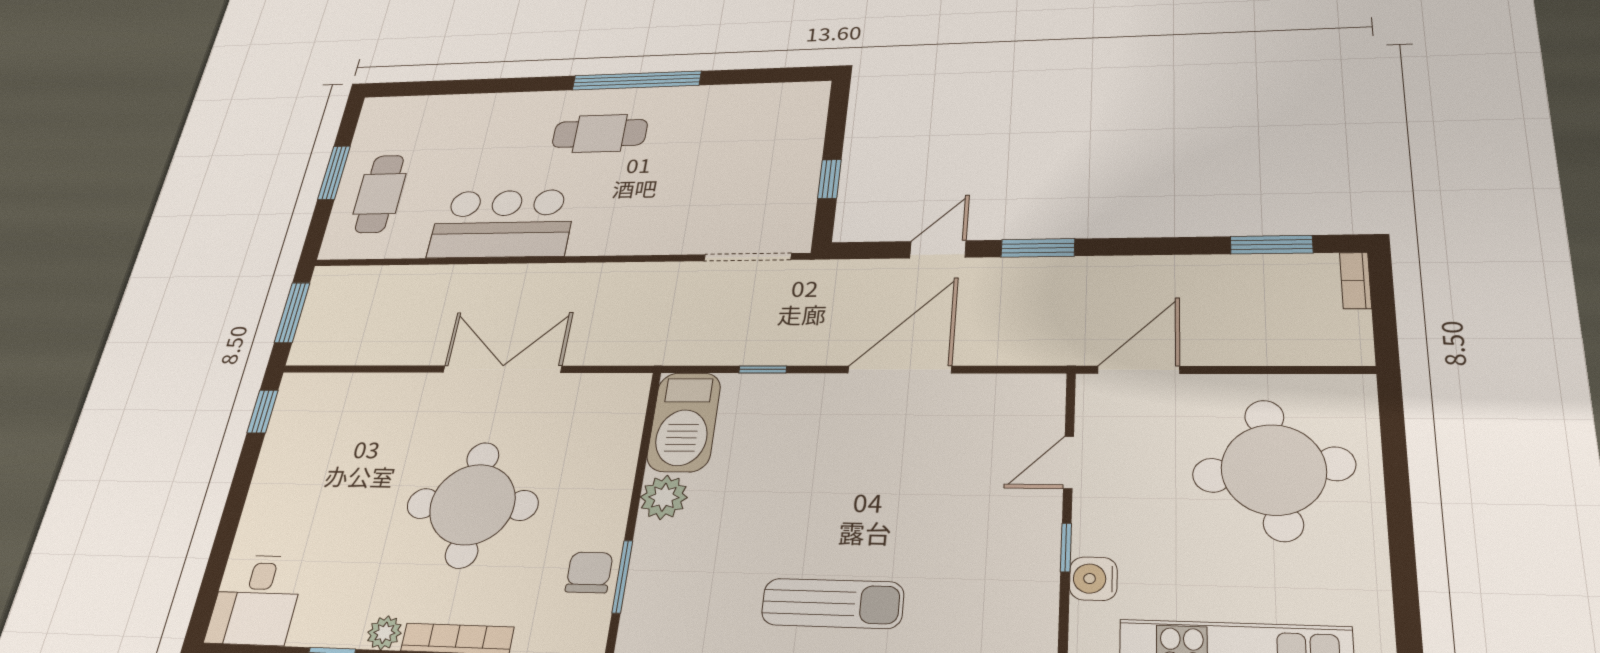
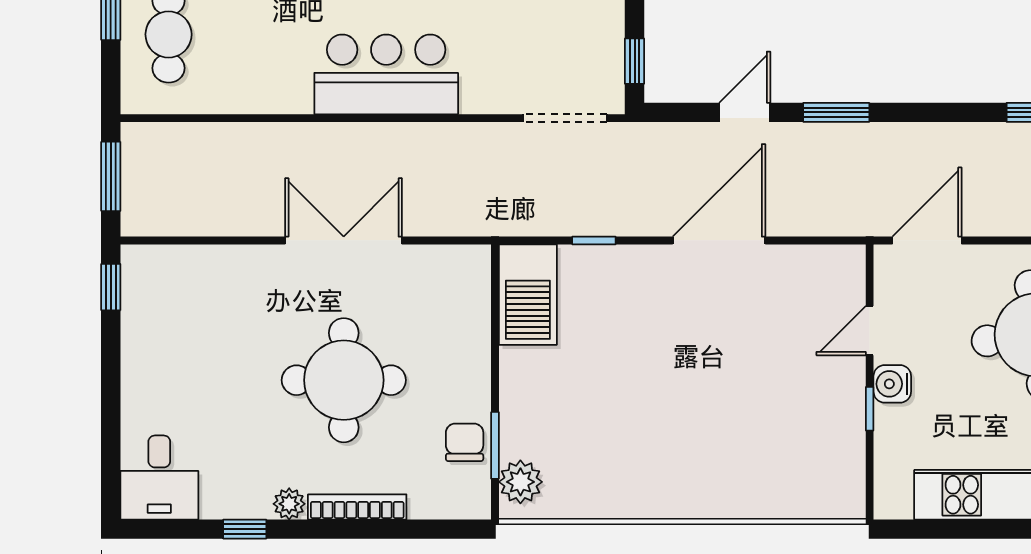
window: (829, 179) -> (635, 61), moved
bar counter: (502, 224) -> (386, 74), moved
plant: (664, 497) -> (520, 482), moved
water cooler: (1093, 579) -> (892, 384), moved
sun lounger: (833, 603) -> (680, 464), removed

